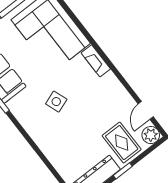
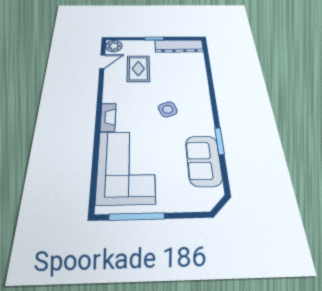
rug: (122, 143) -> (138, 69), moved

